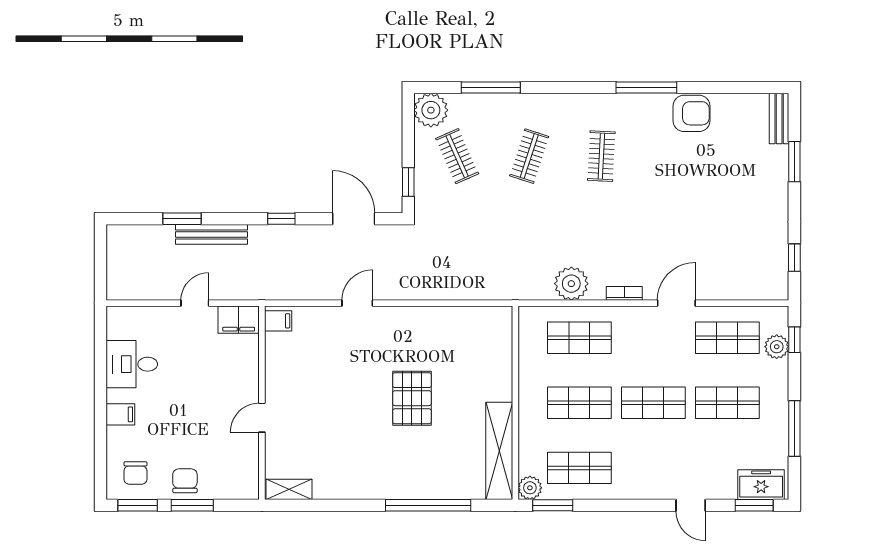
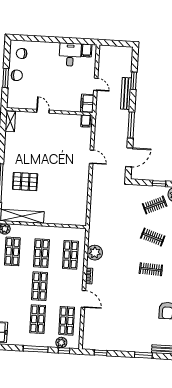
window: (408, 182) -> (159, 183), moved
window: (281, 219) -> (131, 125), width x2.17
pallet: (412, 398) -> (25, 182), moved
filing cabinet: (120, 414) -> (87, 50), moved
window: (794, 429) -> (36, 349), moved
window: (138, 505) -> (7, 54), removed

